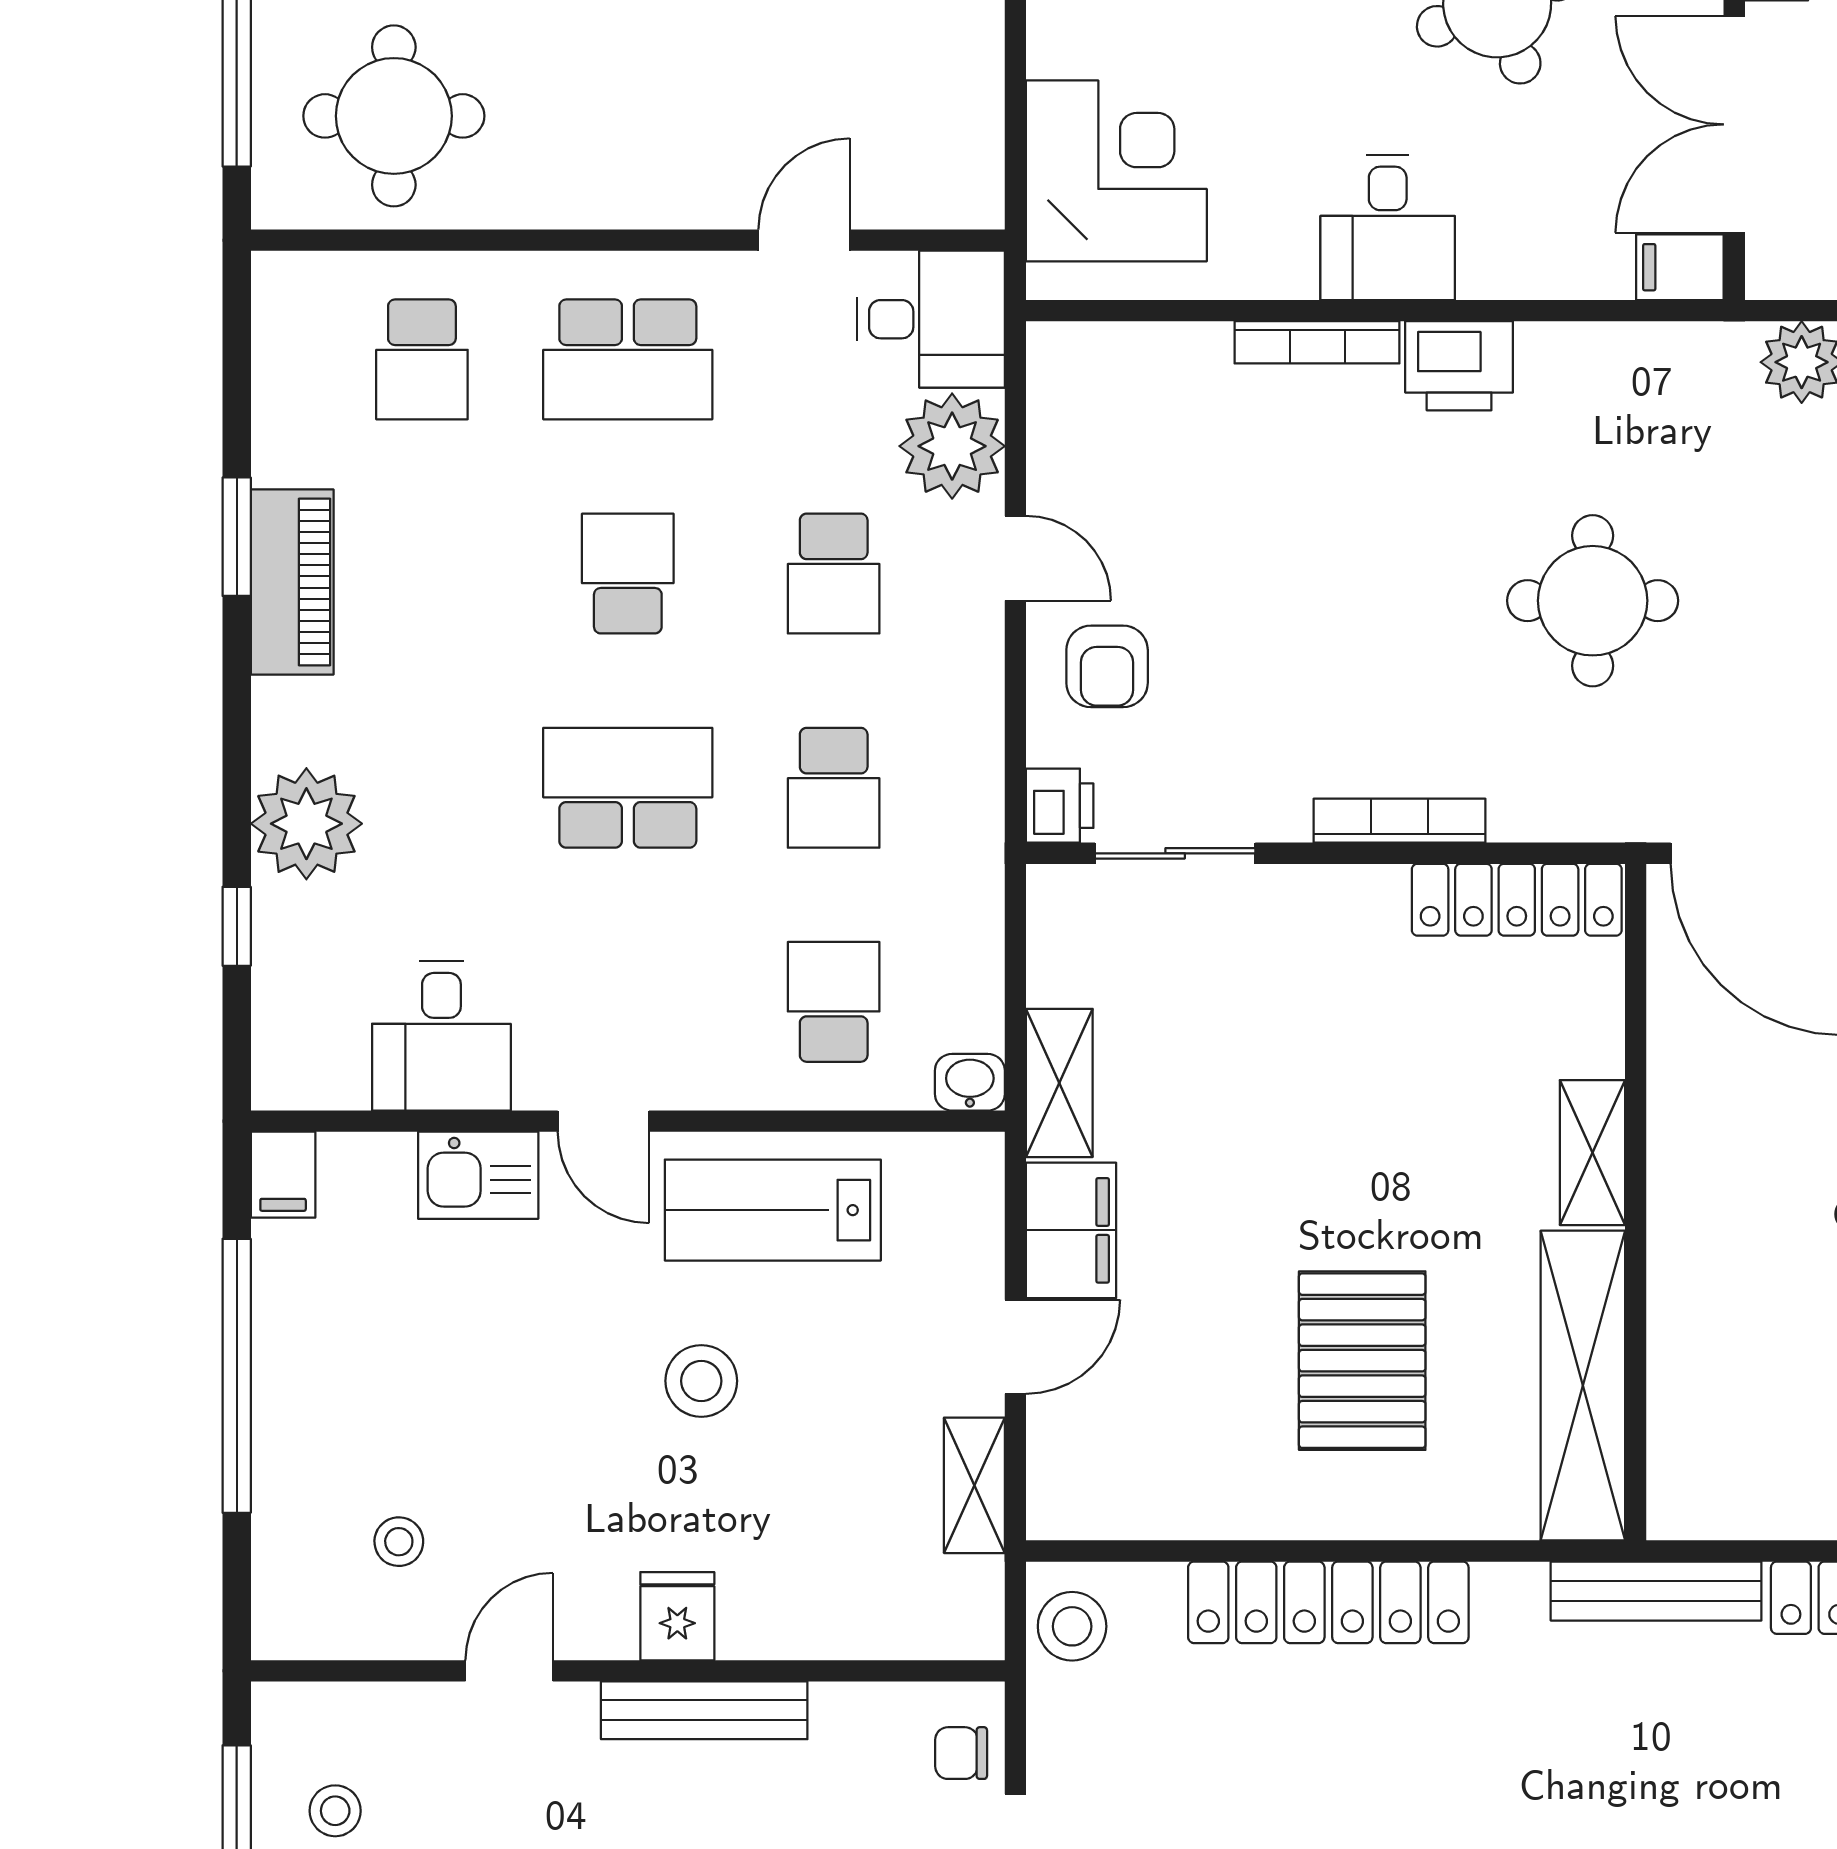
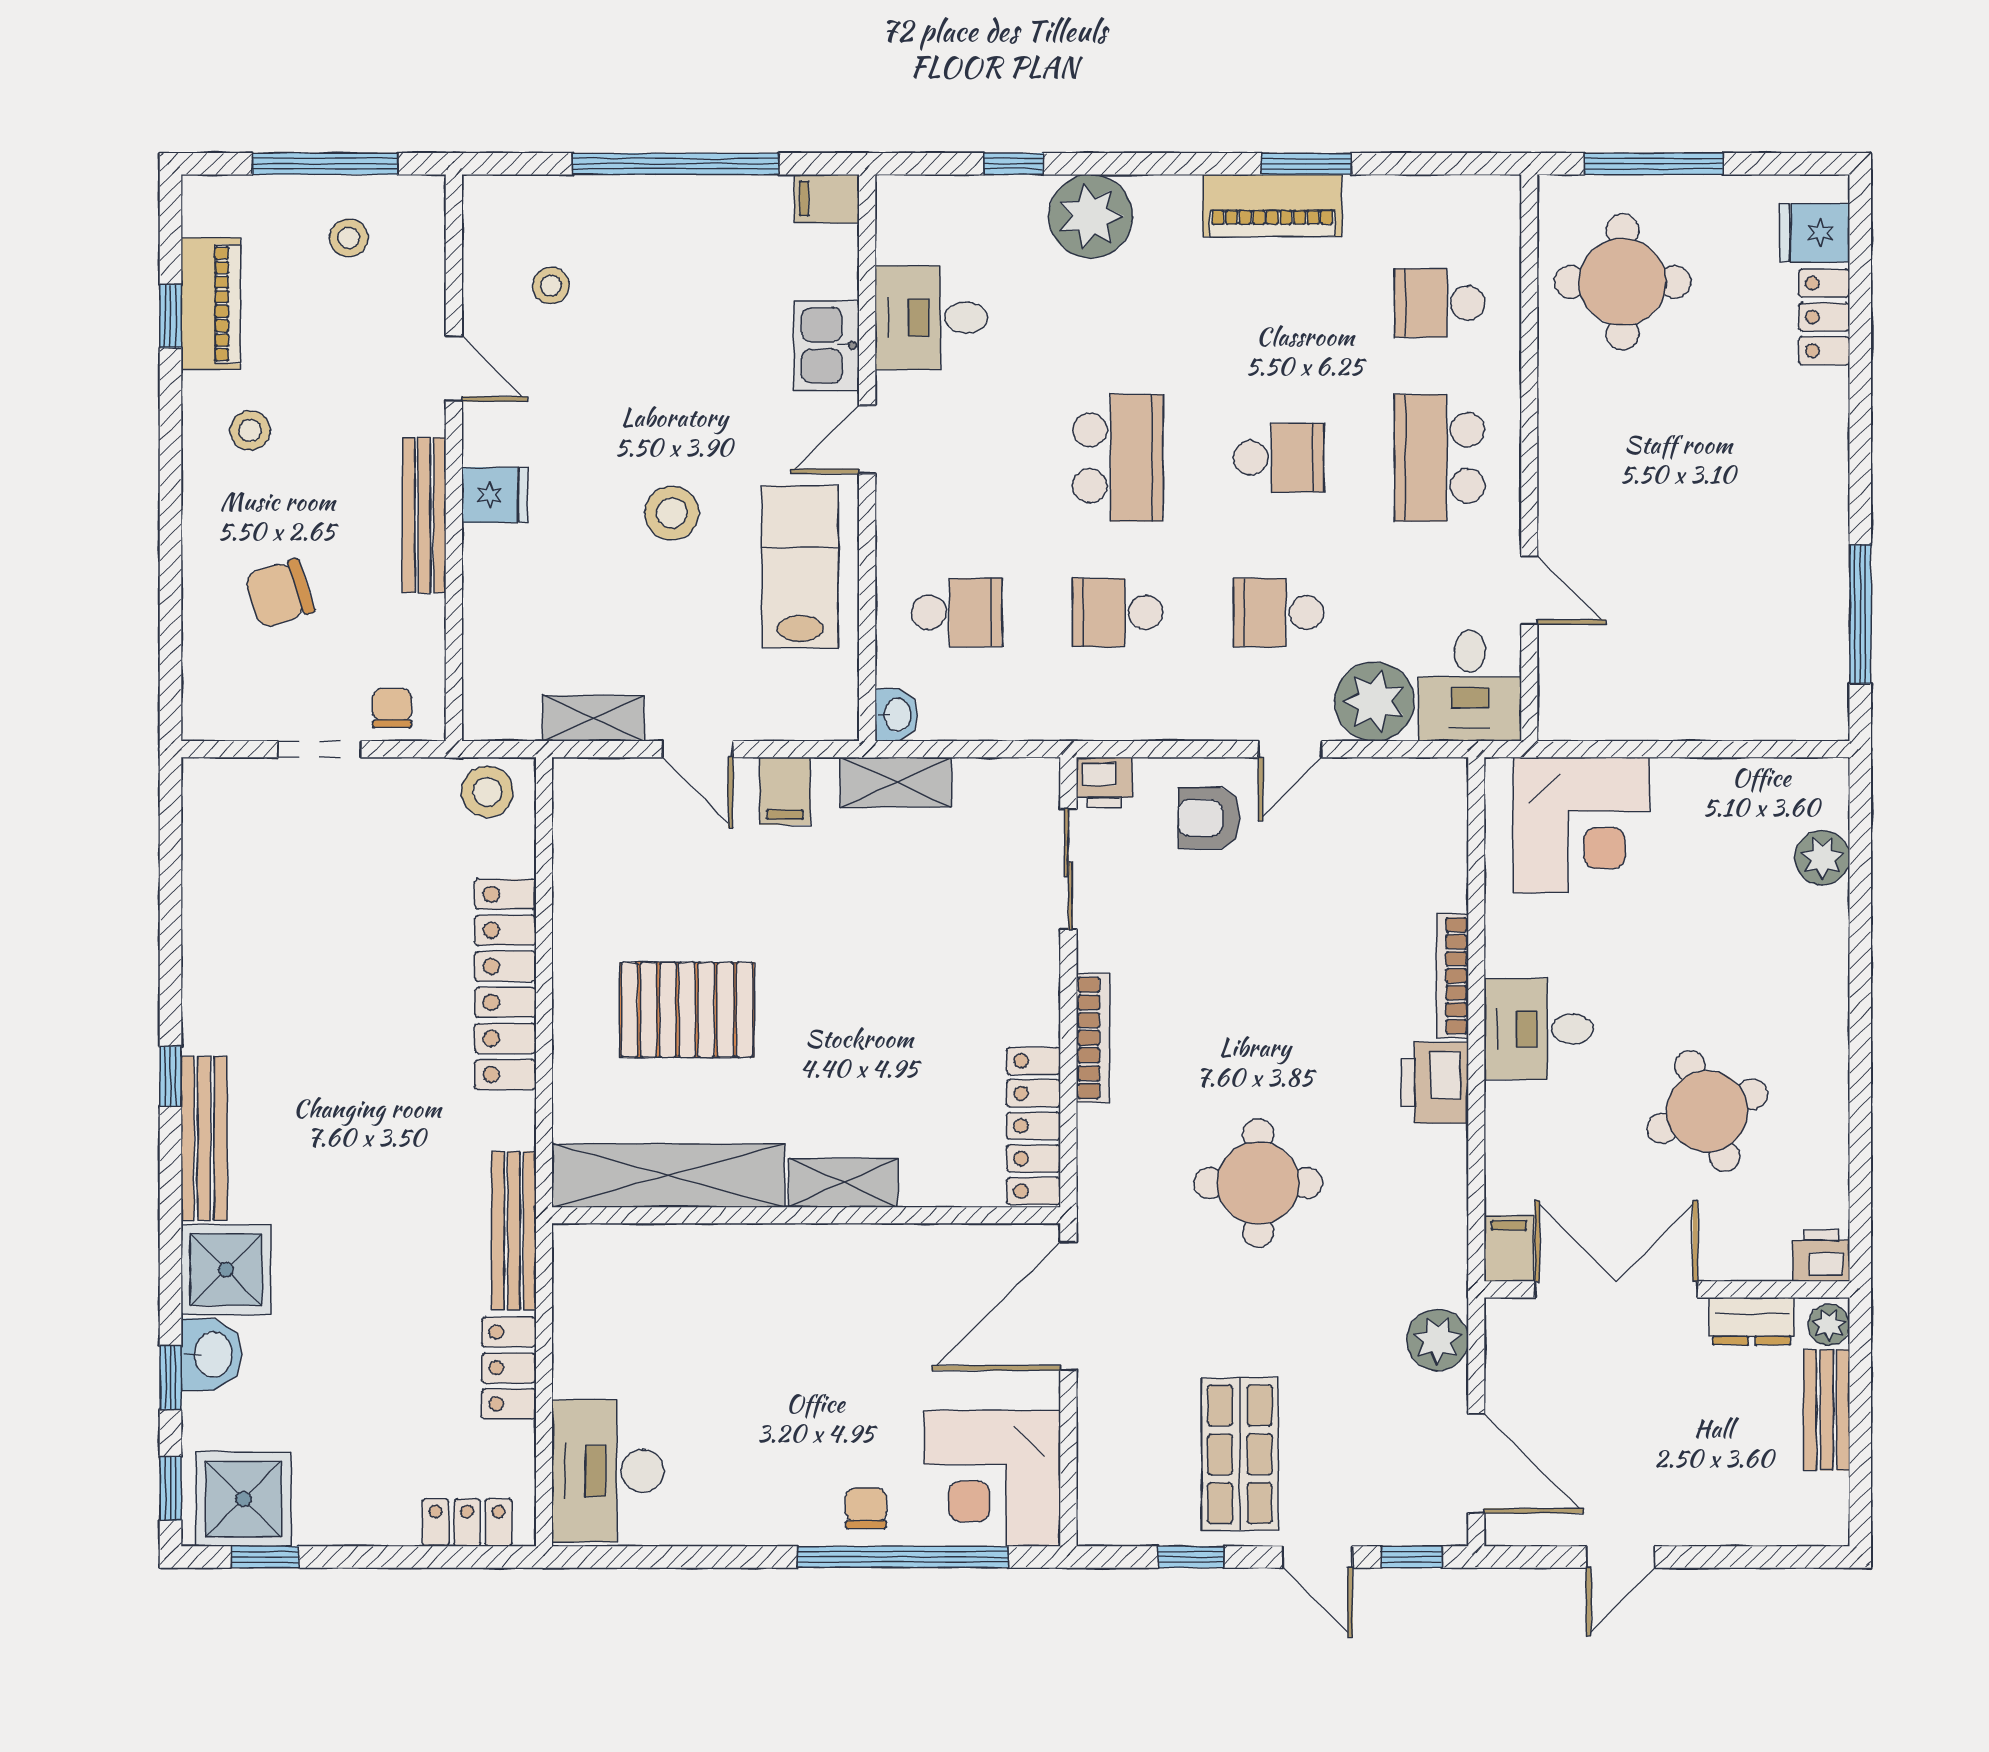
filing cabinet: (1071, 1230) -> (785, 791), width x0.50

